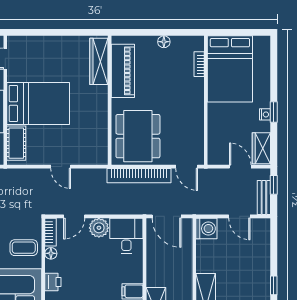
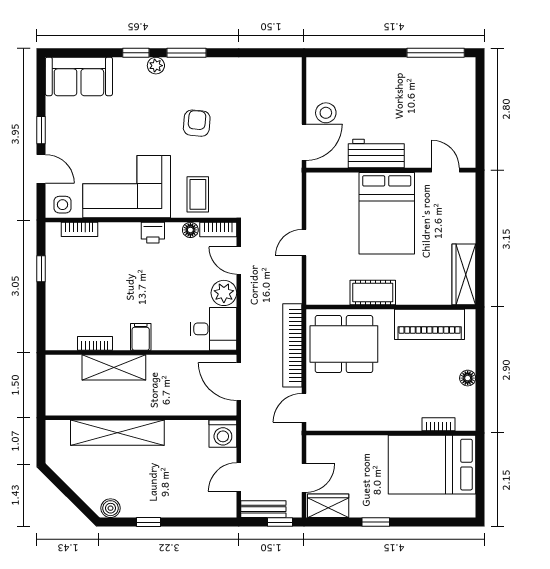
wardrobe: (99, 61) -> (464, 274), moved, turned -90
nightstand: (265, 114) -> (372, 511), removed
cot: (16, 143) -> (373, 292), moved
door: (167, 216) -> (239, 382), hinge flipped

